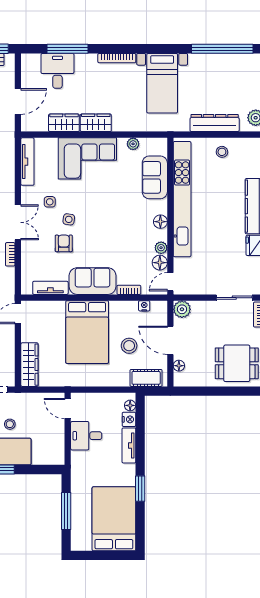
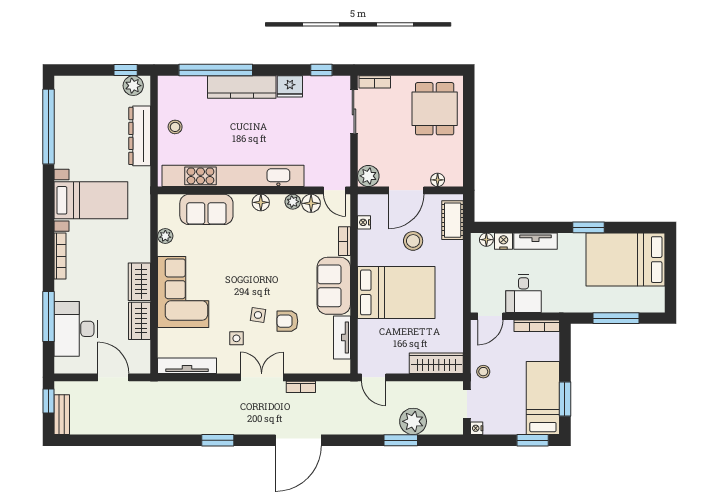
desk: (57, 71) -> (76, 329), width x1.37
stool: (10, 424) -> (483, 372), moved
bookcase: (60, 447) -> (537, 326), added

